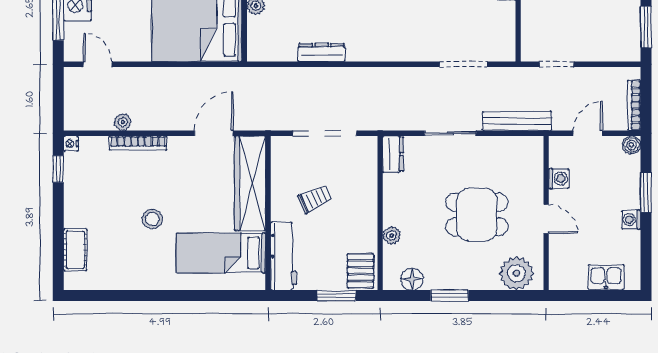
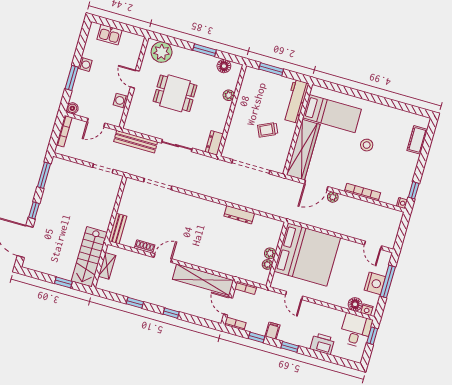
plant: (123, 122) -> (333, 197), moved
pallet: (360, 271) -> (253, 80), removed

